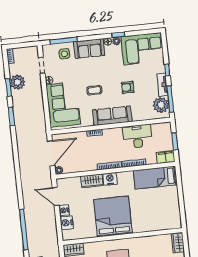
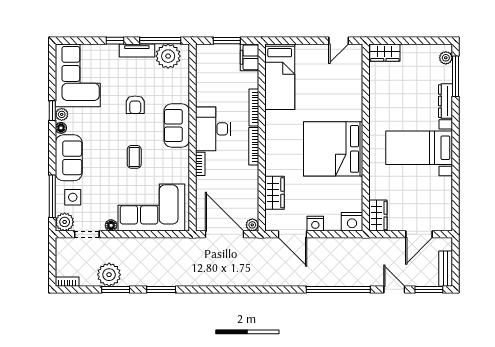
plant: (48, 50) -> (65, 222), added
sofa: (112, 116) -> (177, 126), width x0.73
desk: (137, 136) -> (213, 129), moved
nightstand: (110, 179) -> (274, 147), removed
wardrobe: (92, 181) -> (274, 193), moved
door: (56, 196) -> (293, 234), hinge flipped
door: (182, 213) -> (339, 41), added
nightstand: (67, 223) -> (352, 222), moved

